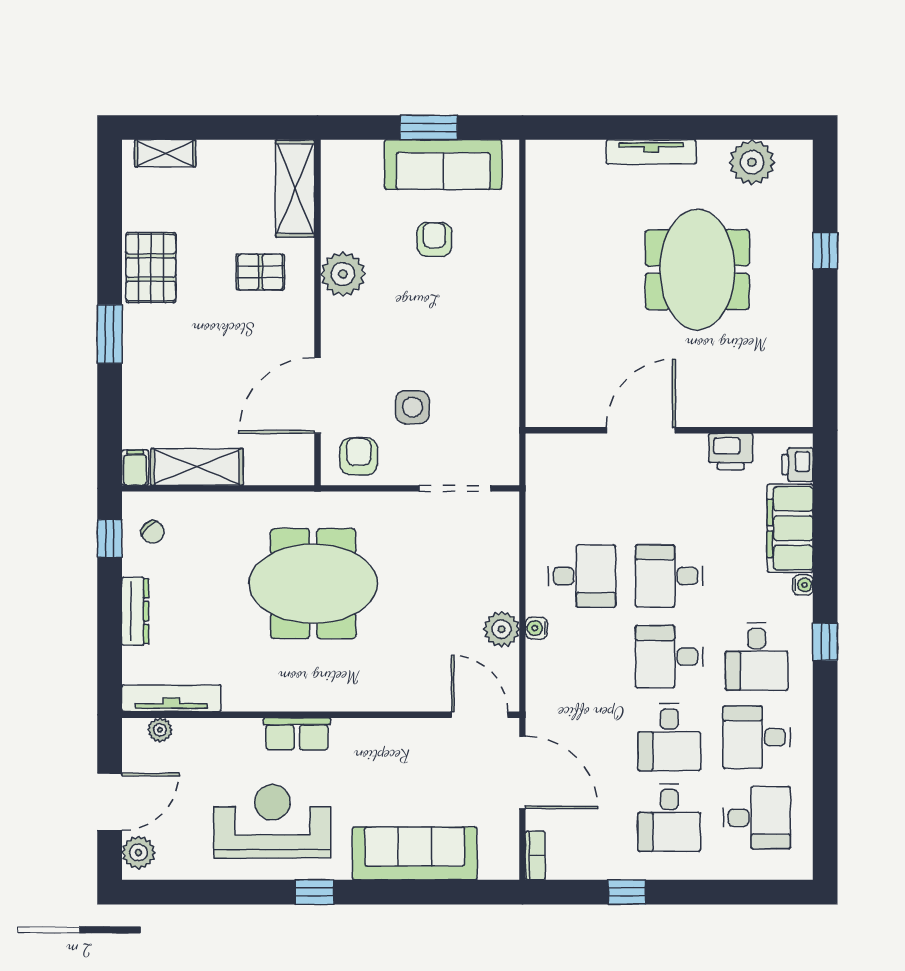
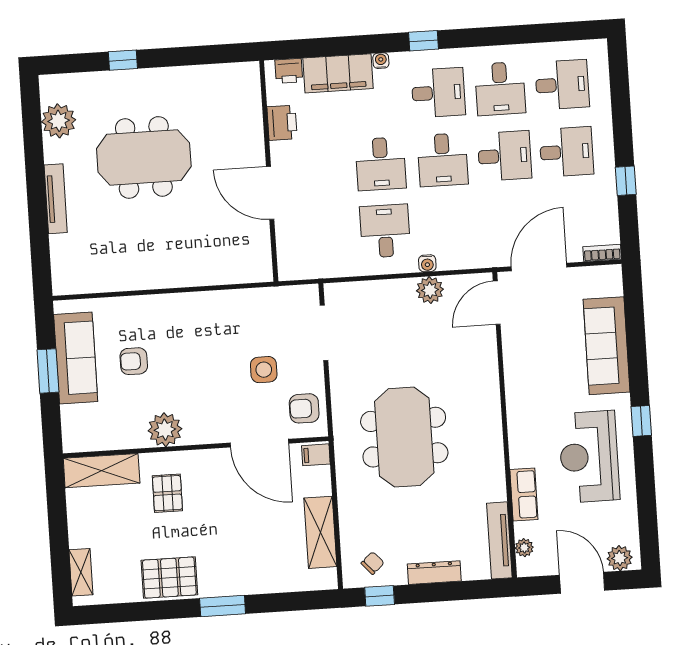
filing cabinet: (135, 468) -> (316, 455), moved
row of seats: (297, 734) -> (524, 495), moved
desk: (757, 818) -> (562, 85), turned 90

